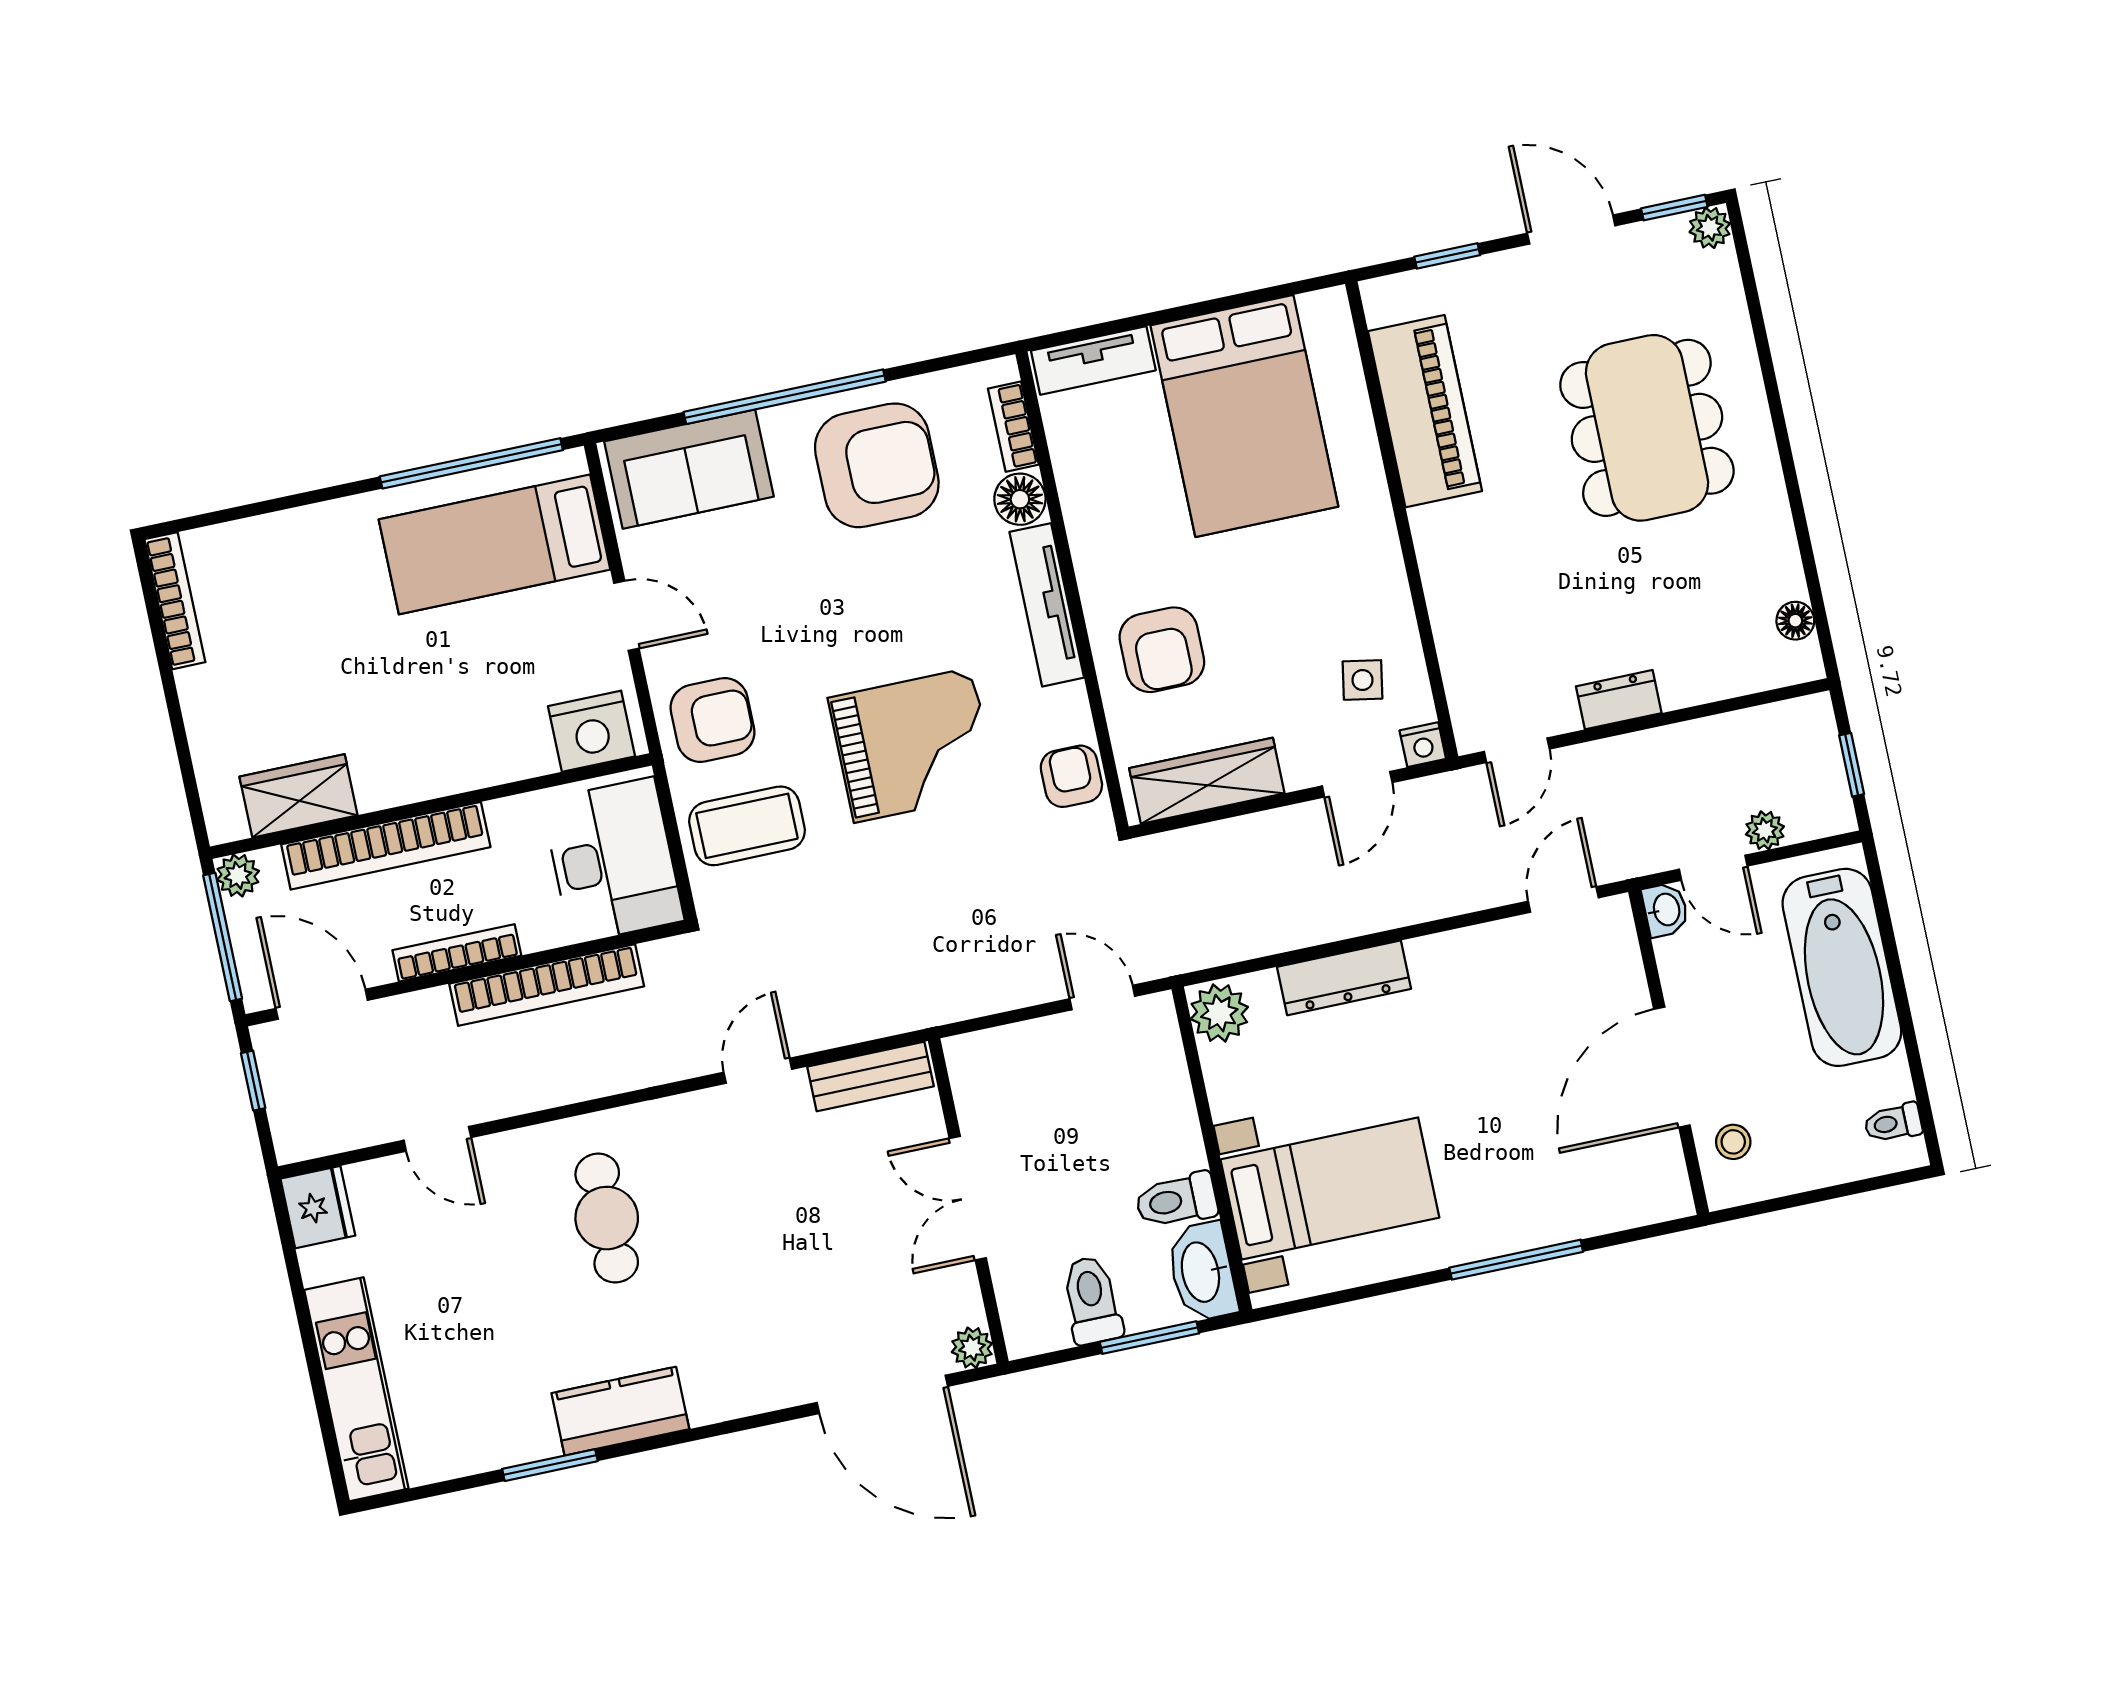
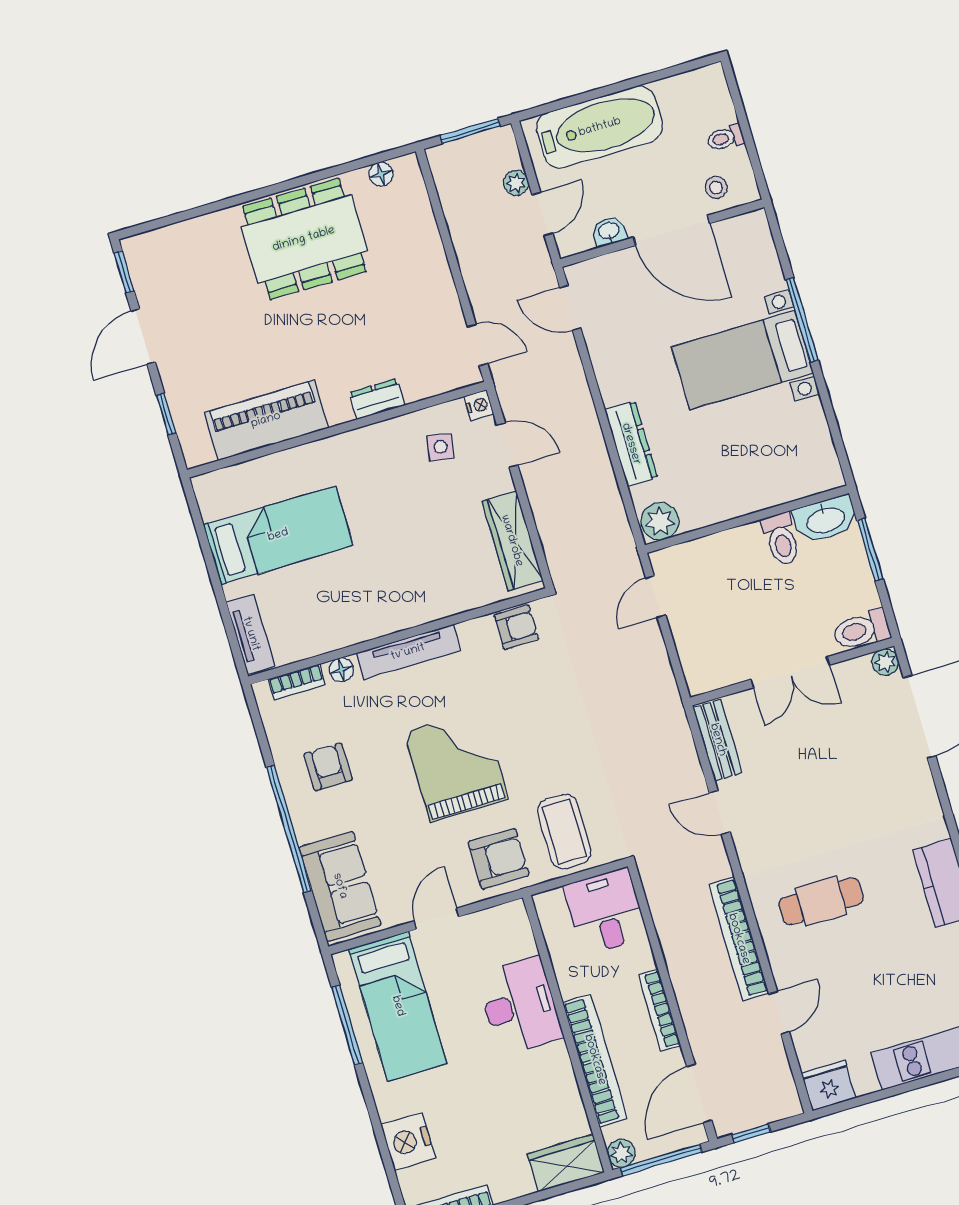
plant: (1710, 228) -> (135, 248), removed
bed: (1244, 416) -> (278, 535), width x0.67
dining table: (1647, 428) -> (304, 239), moved
window: (471, 463) -> (347, 1025), width x0.68
armchair: (877, 465) -> (328, 767), width x0.53, depth x0.53
floor lamp: (1020, 499) -> (341, 670), width x0.73, depth x0.73
armchair: (1162, 650) -> (431, 576), removed
dresser: (1619, 700) -> (377, 399), moved, turned 90
armchair: (713, 720) -> (499, 859), turned 90
nightstand: (591, 731) -> (408, 1141), moved, turned 180
desk: (481, 735) -> (520, 1006), added
grand piano: (913, 745) -> (456, 765), moved
window: (1852, 765) -> (470, 131), width x1.50
armchair: (1071, 776) -> (516, 627), turned 180
wardrobe: (299, 796) -> (566, 1163), moved, turned 90
desk: (613, 861) -> (605, 912), width x0.73
washbasin: (1665, 910) -> (609, 231), moved
bookcase: (547, 985) -> (739, 939), moved, turned 180
toilet: (1893, 1123) -> (726, 138), moved, turned 90
bed with nightstands: (1330, 1188) -> (742, 360), moved, turned -90
toilet: (1092, 1300) -> (861, 630), moved

